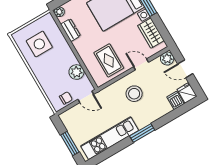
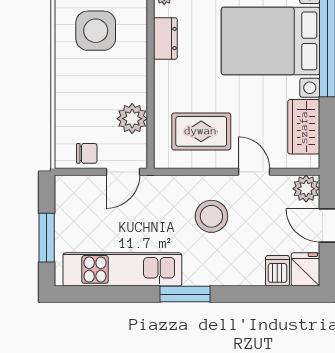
rug: (109, 60) -> (201, 131), turned 90
door: (86, 97) -> (123, 172), hinge flipped

